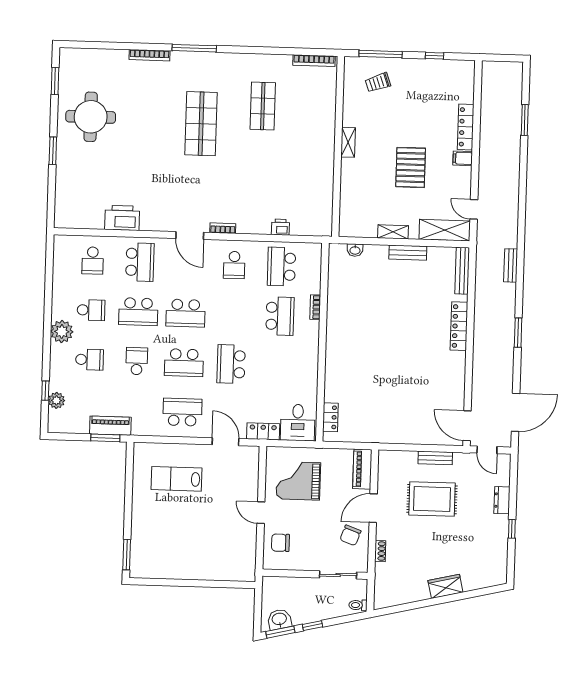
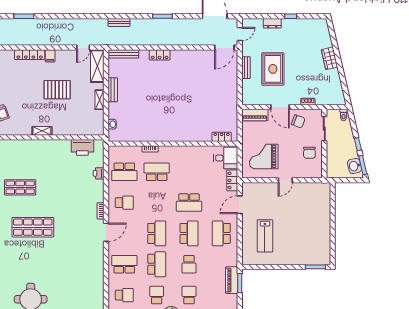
printer: (122, 218) -> (82, 147), moved, turned -90
locker: (459, 326) -> (160, 55), width x0.66
school desk: (137, 361) -> (189, 264), turned -90
grand piano: (298, 481) -> (264, 156), turned 90
chair: (281, 543) -> (309, 153), moved

